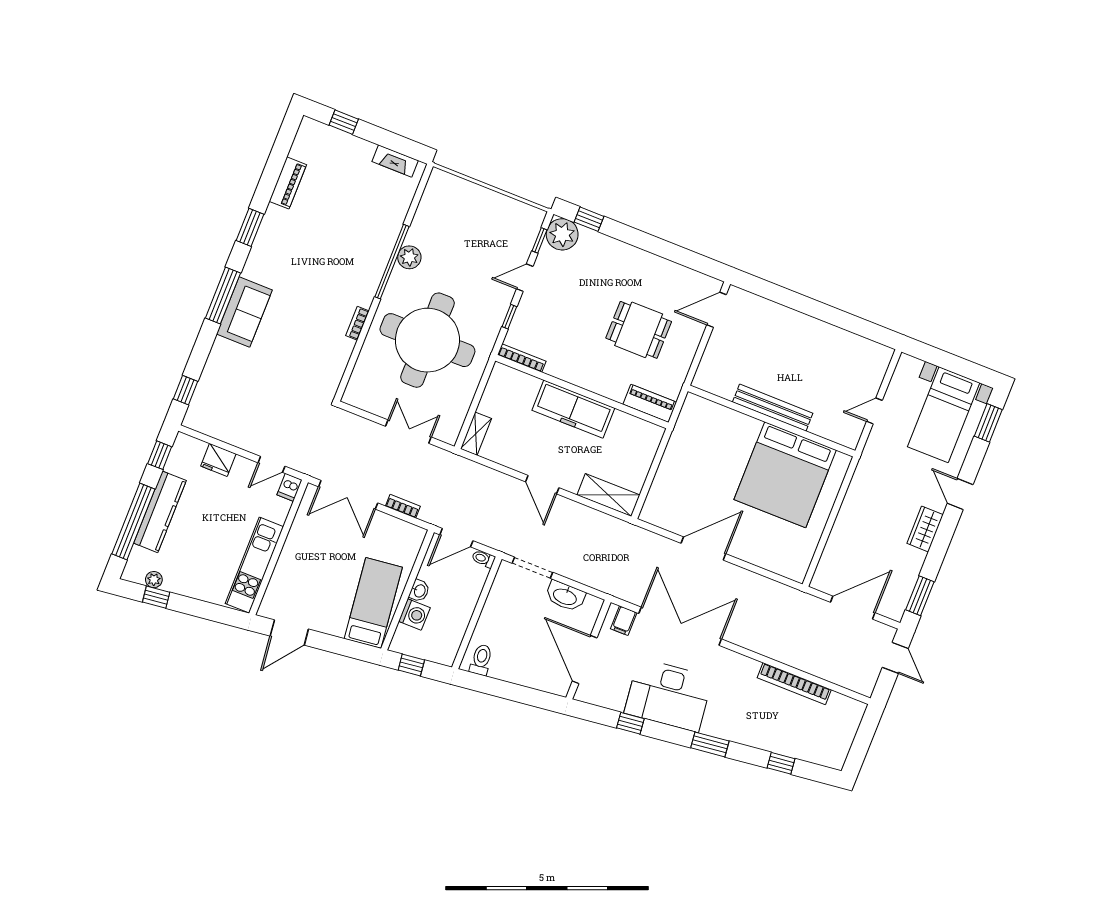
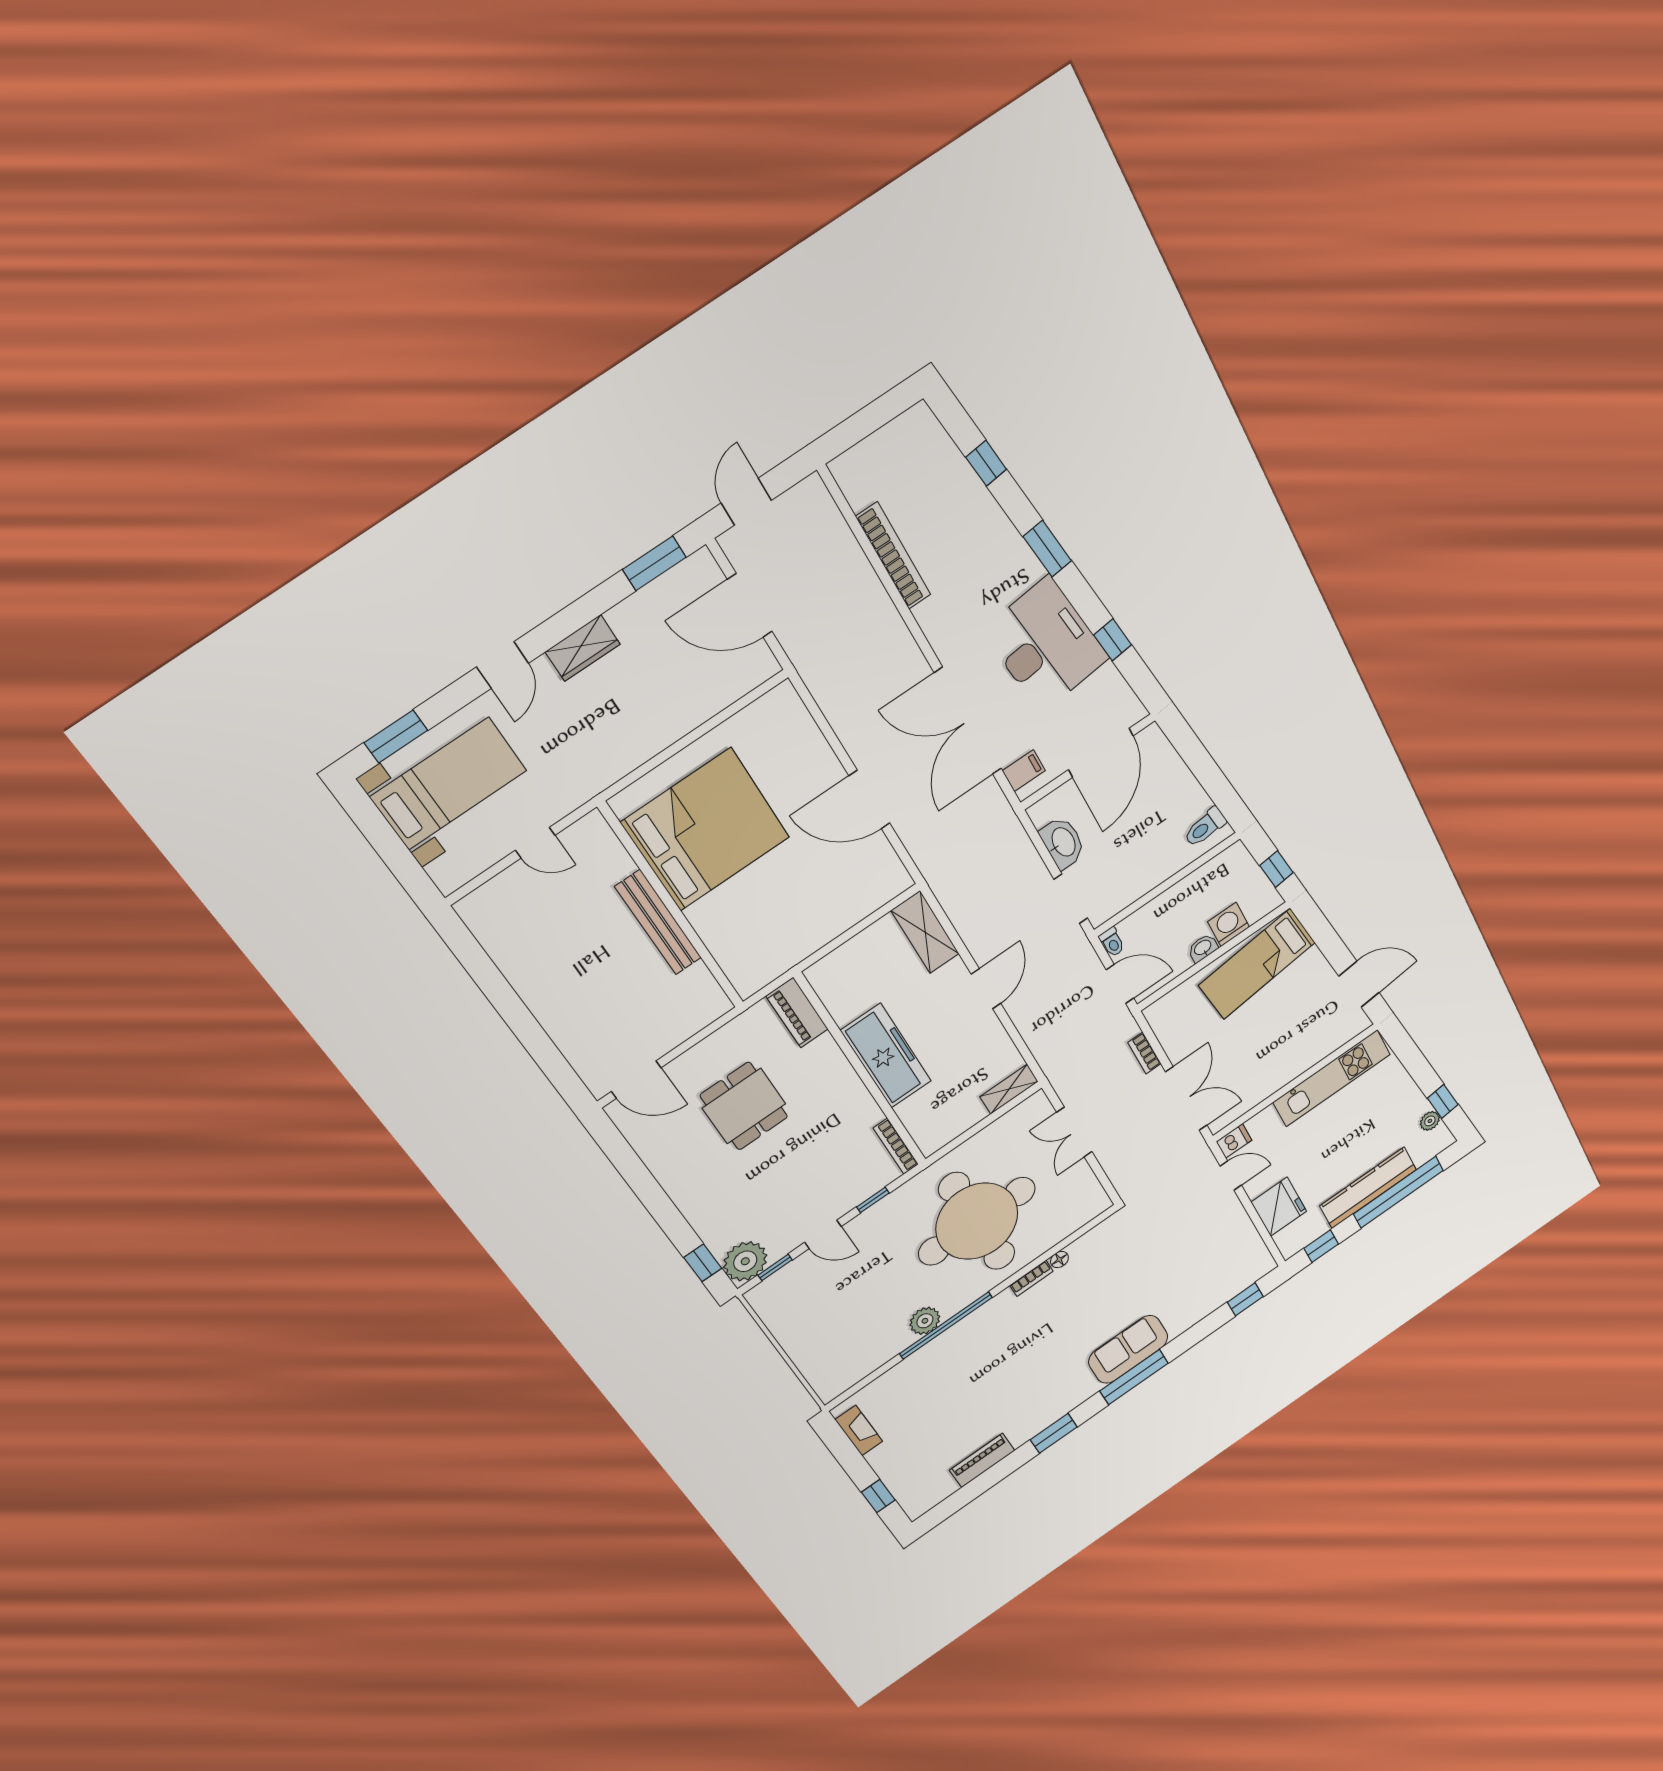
floor lamp: (348, 346) -> (1059, 1260), added
fridge: (218, 460) -> (1279, 1207), width x1.36, depth x1.34

